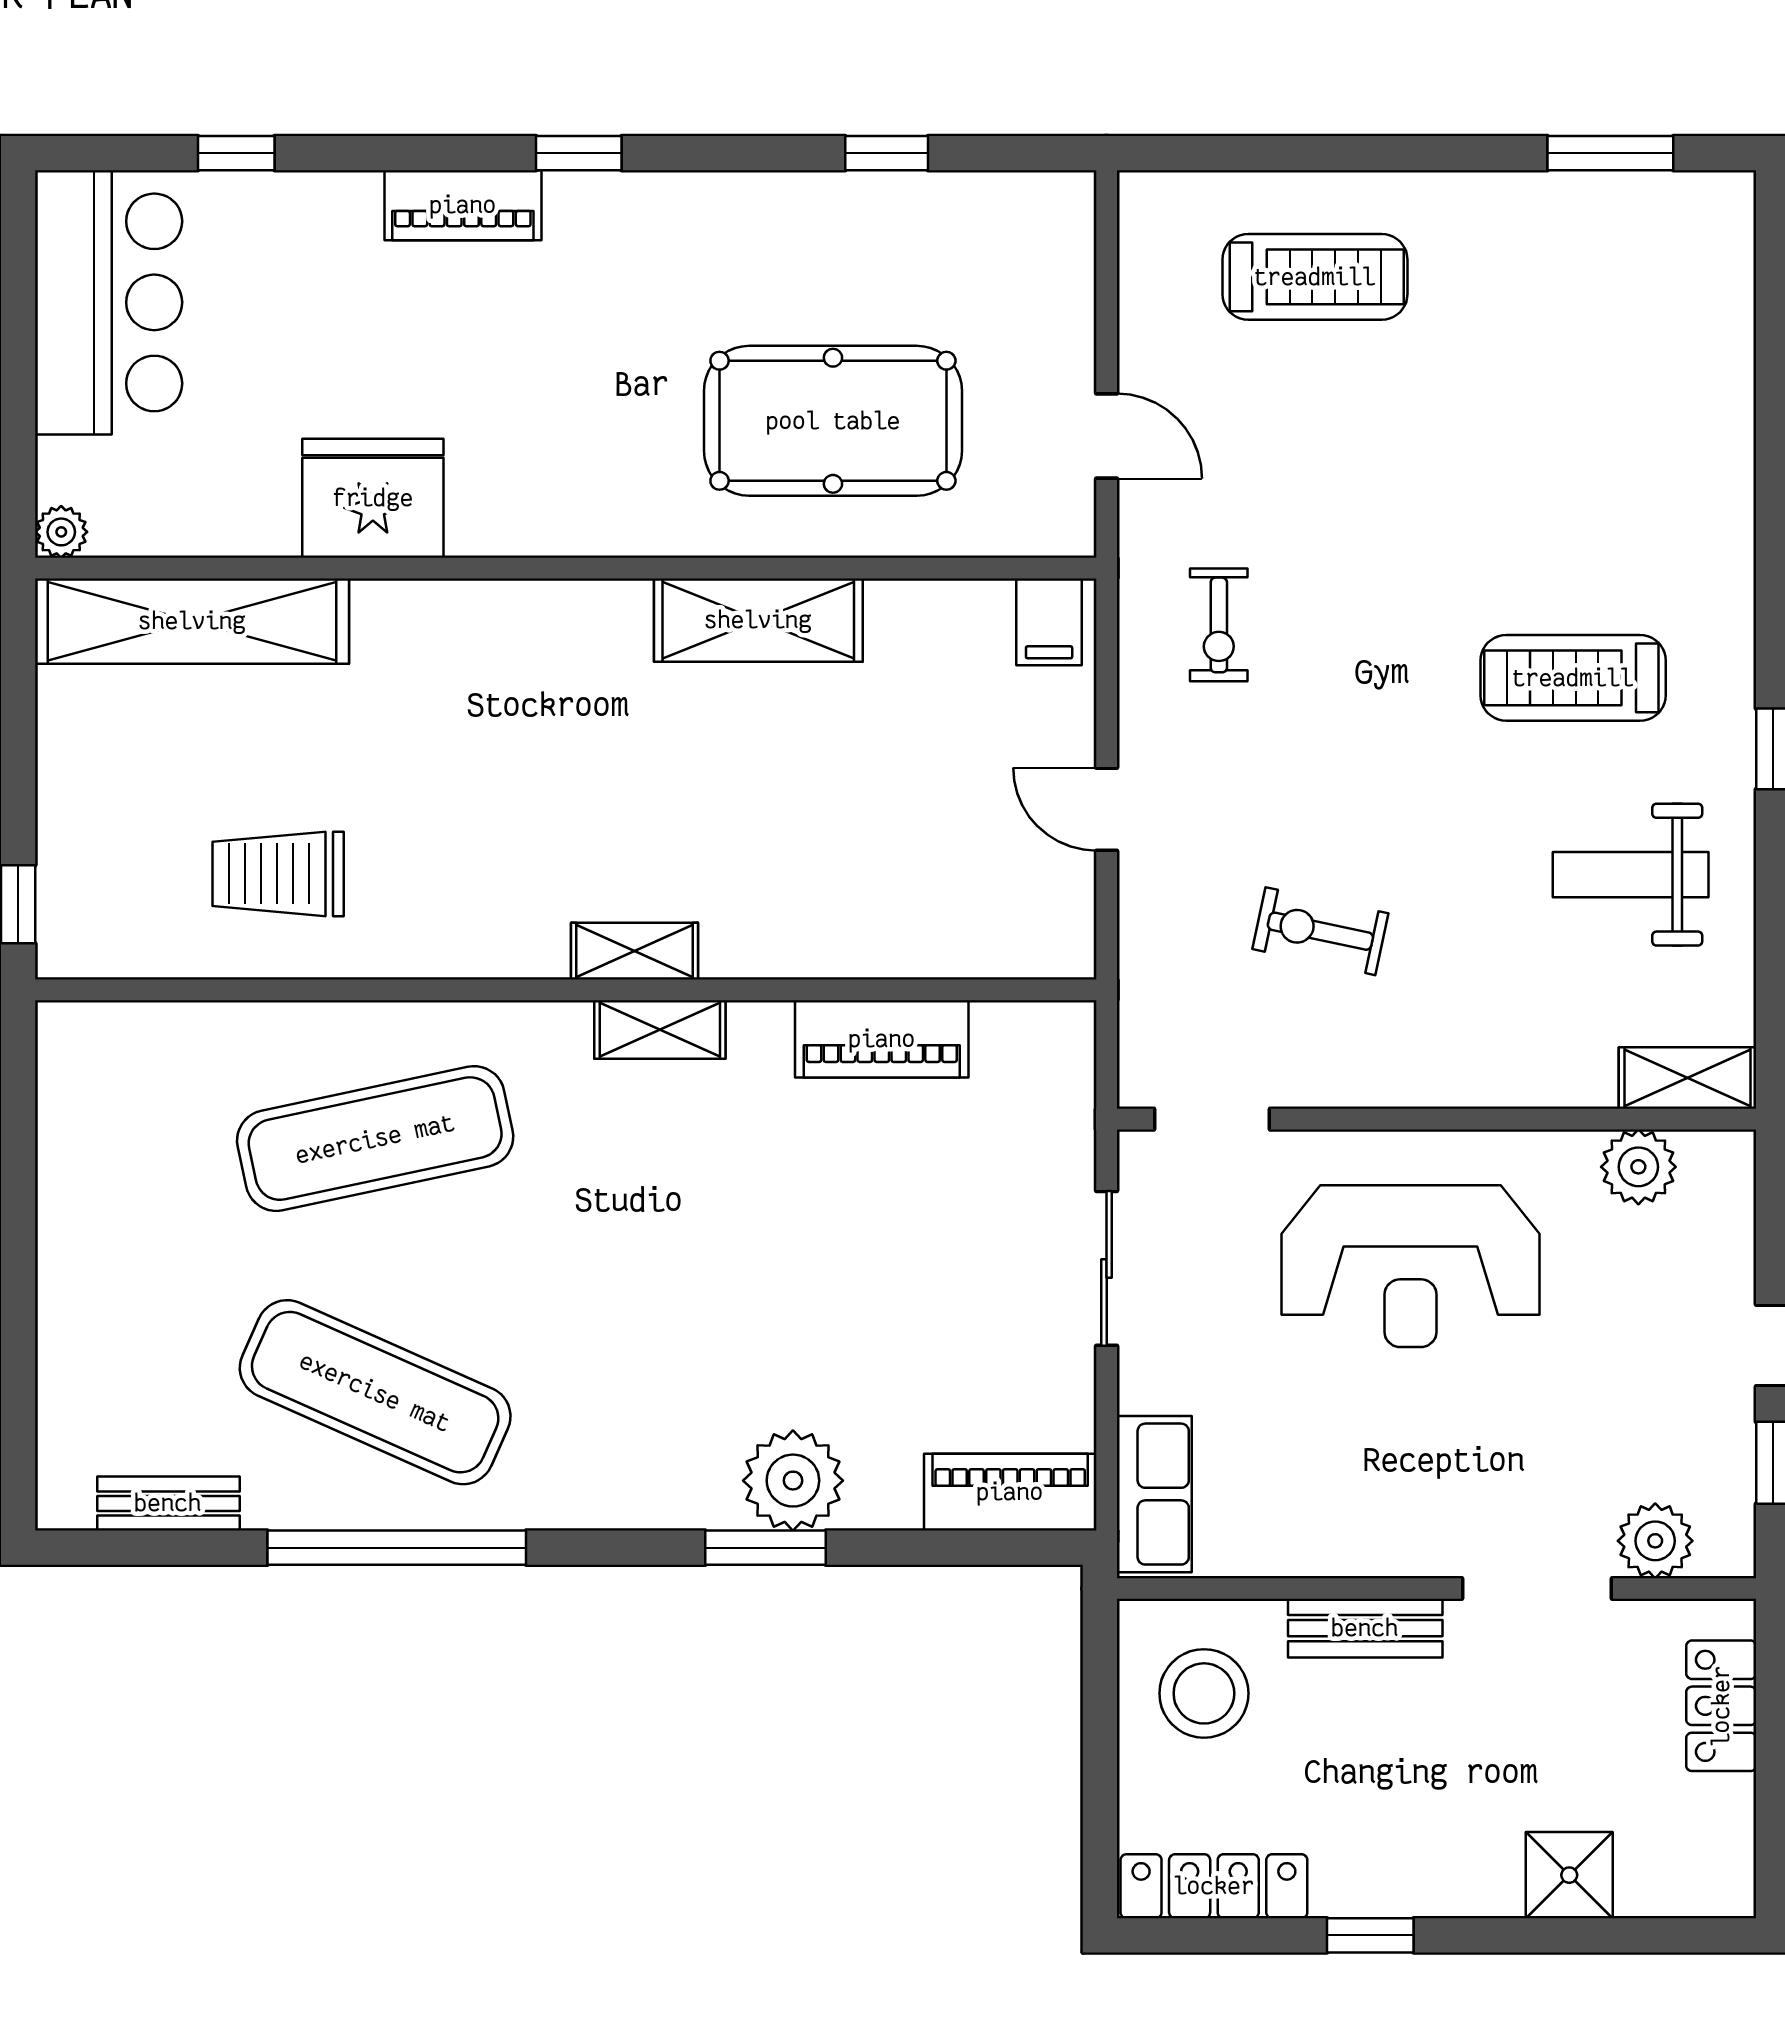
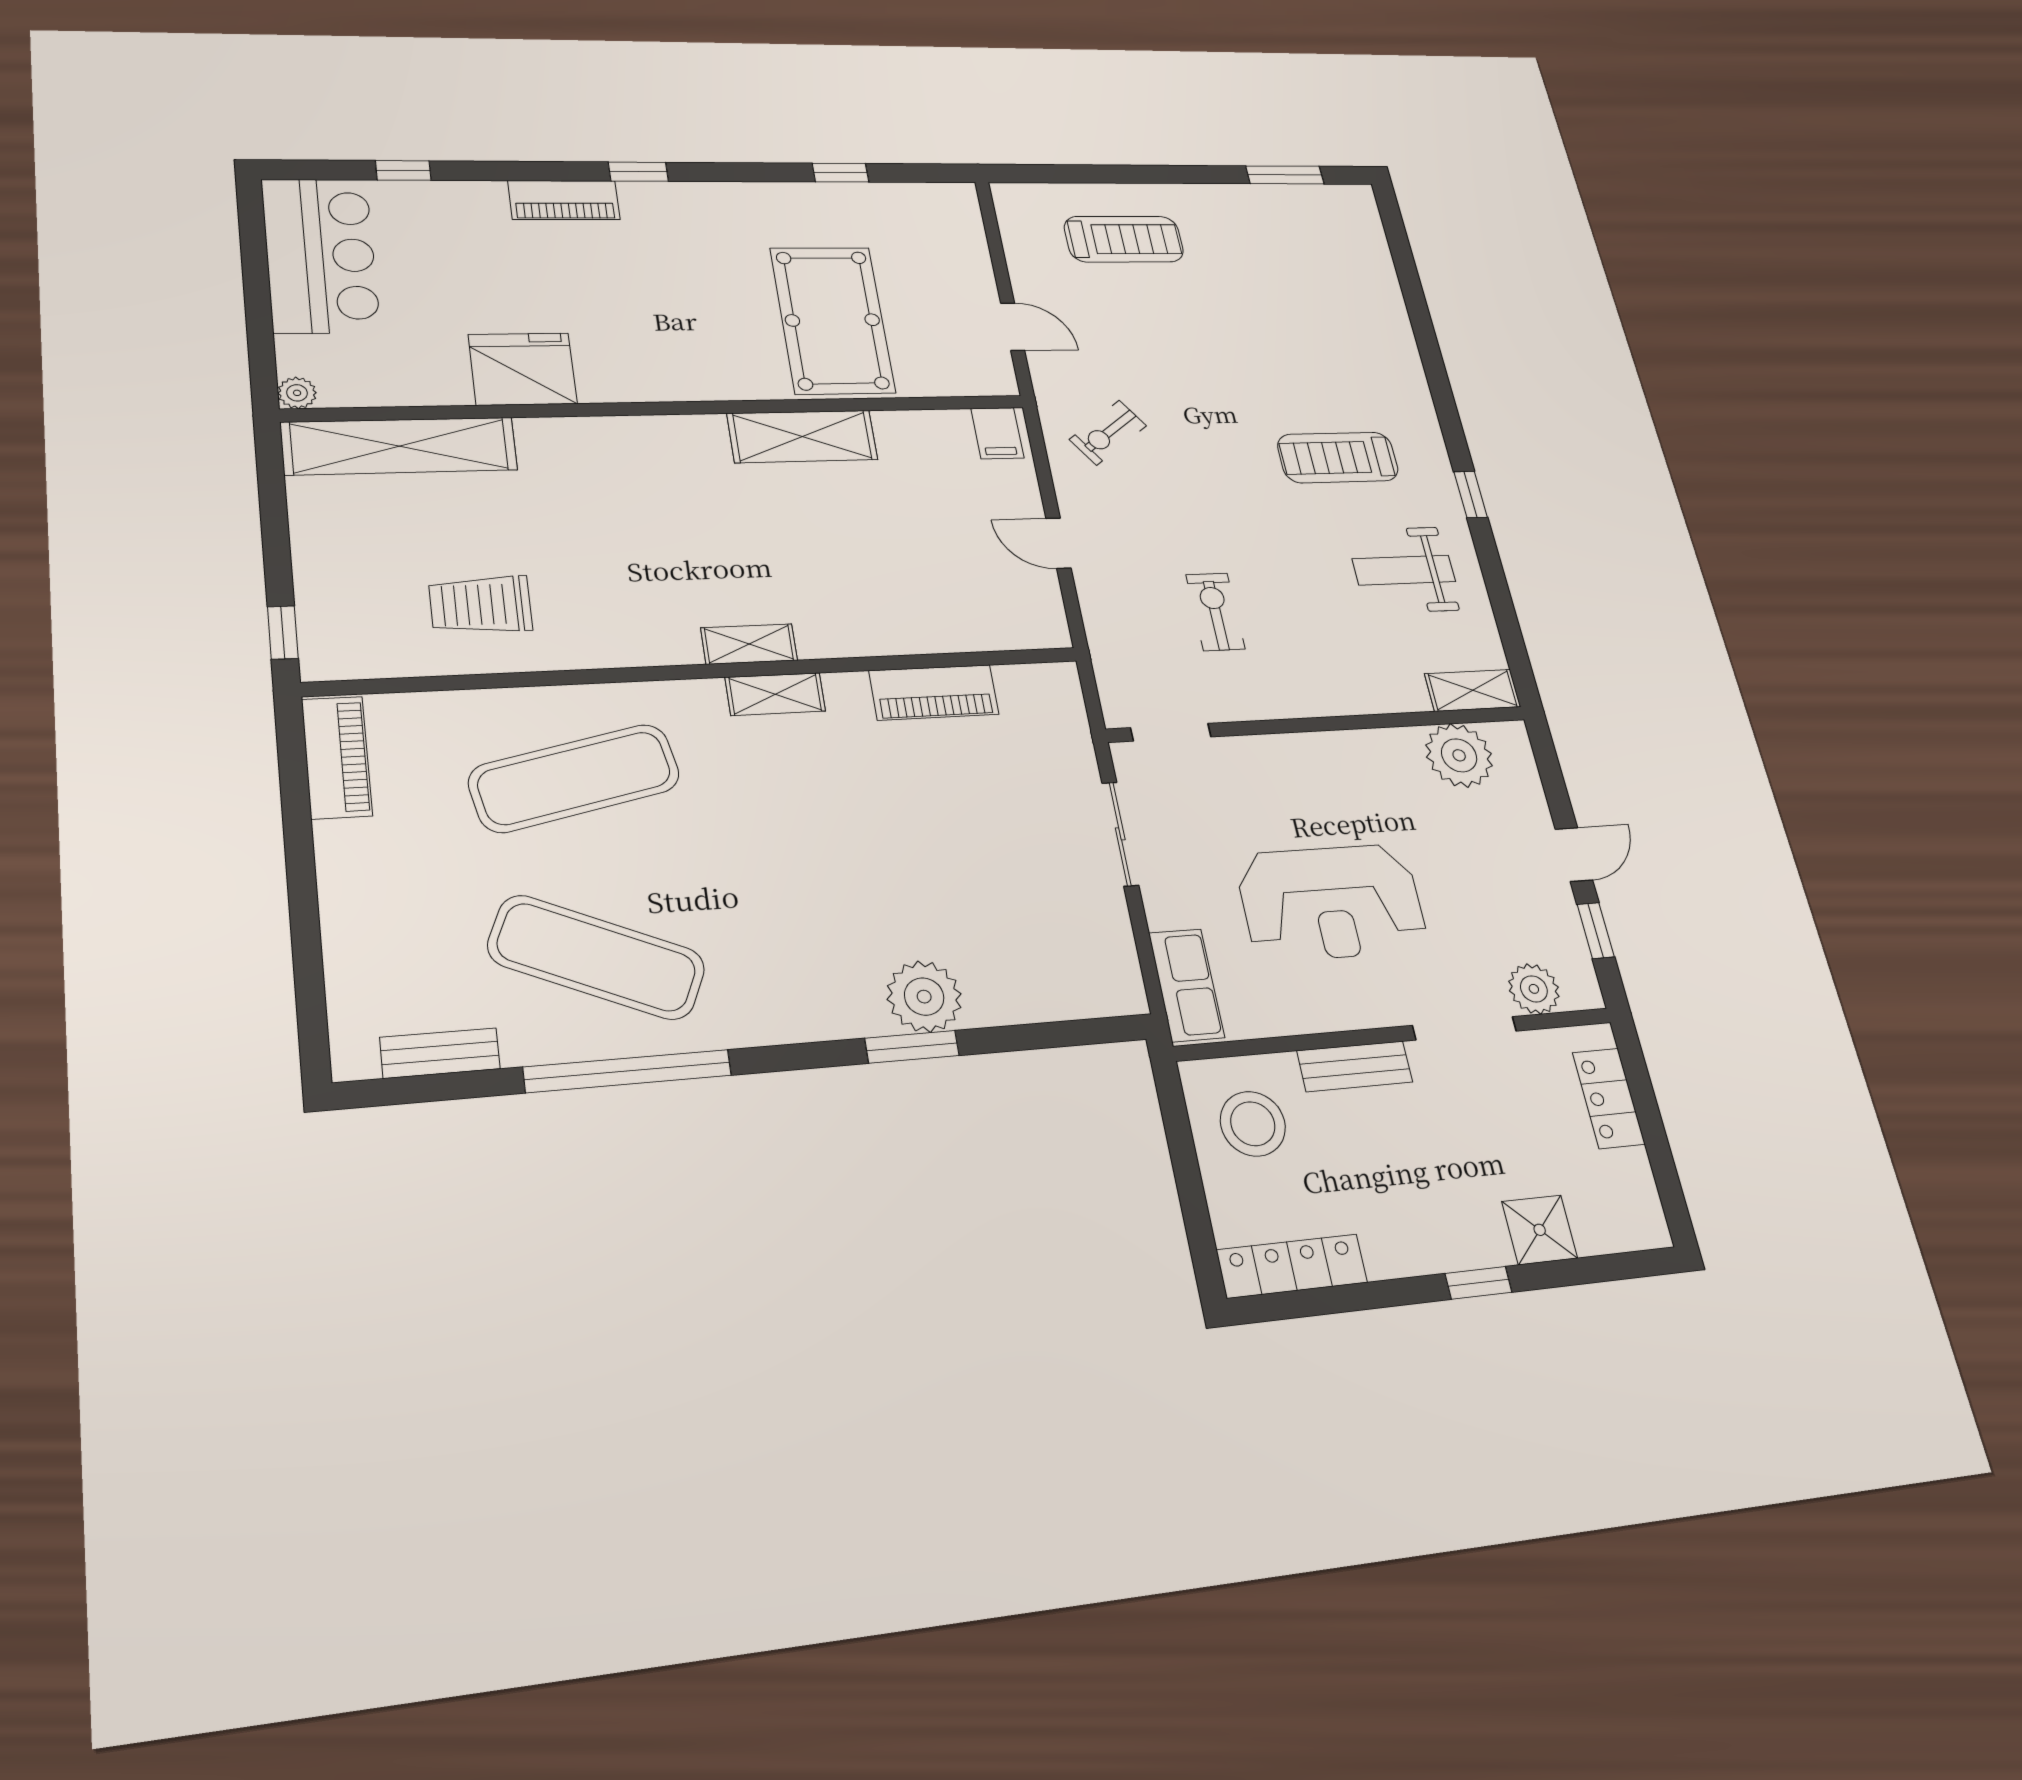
pool table: (833, 421) -> (832, 320), turned 90
exercise bike: (1219, 625) -> (1108, 433), turned 54
exercise bike: (1320, 931) -> (1215, 612), turned 78
plant: (1638, 1167) -> (1459, 755), width x1.36, depth x1.36
reception desk: (1410, 1266) -> (1332, 902), moved
piano: (1010, 1492) -> (337, 757), moved, turned 90
window: (1370, 1935) -> (1478, 1283), moved

